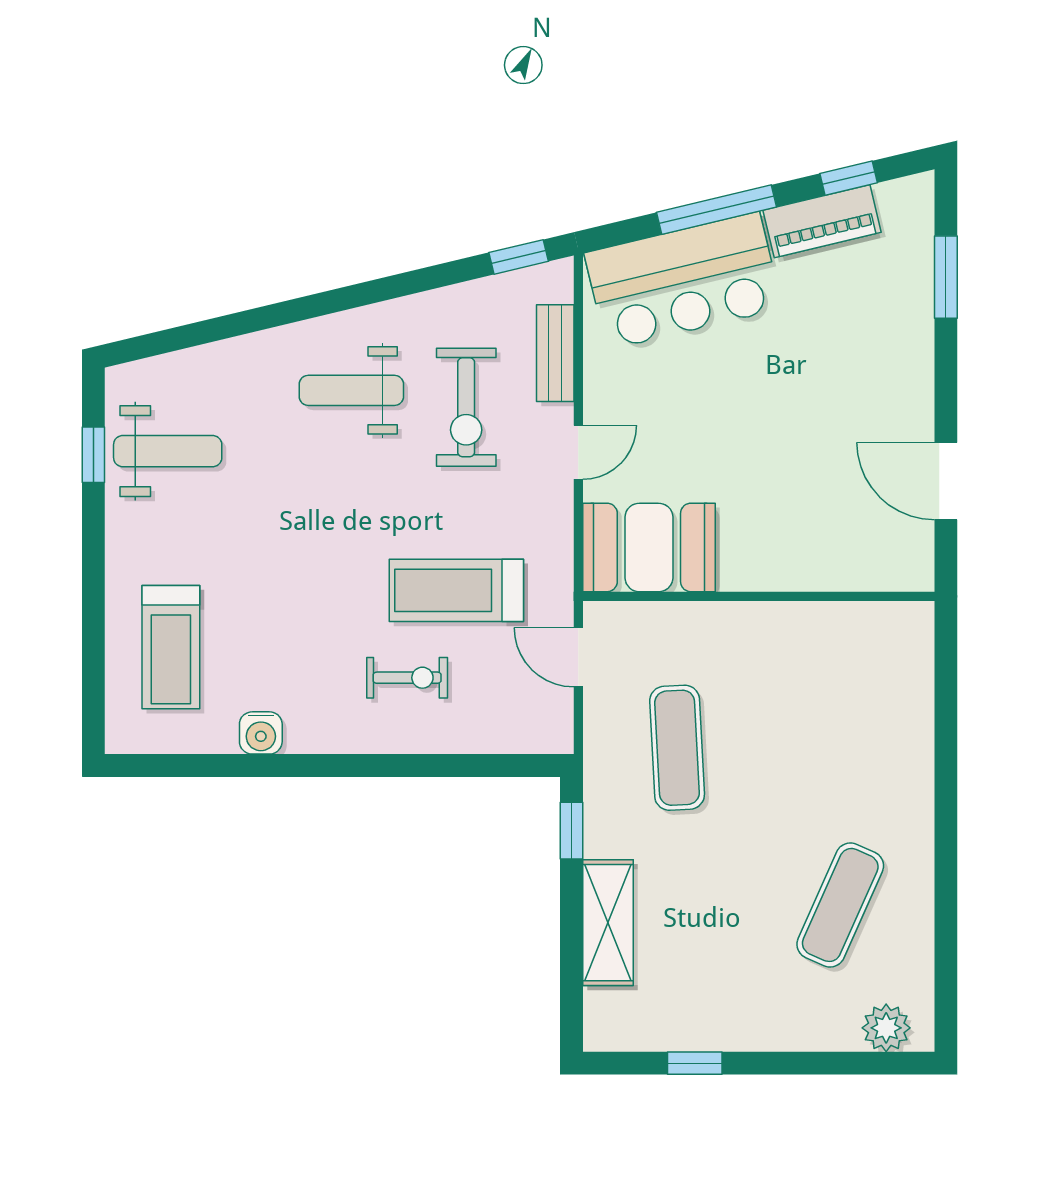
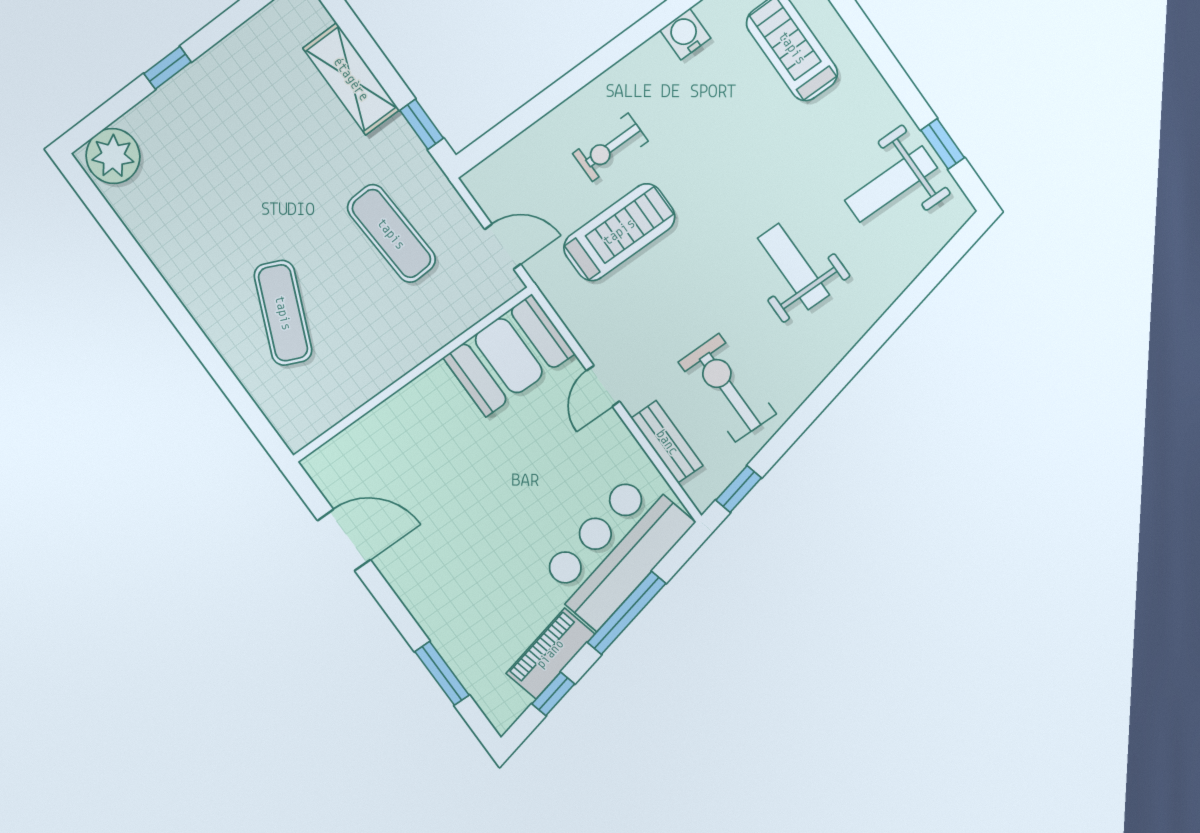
weight bench: (351, 390) -> (794, 267), moved, turned -90
exercise bike: (466, 407) -> (727, 388), moved
exercise mat: (840, 905) -> (283, 313), moved
plant: (886, 1028) -> (113, 156), width x1.36, depth x1.36
window: (695, 1063) -> (168, 68), moved

